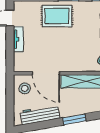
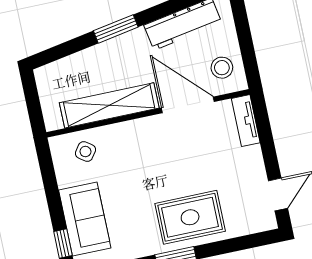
tv unit: (18, 39) -> (246, 121), moved

